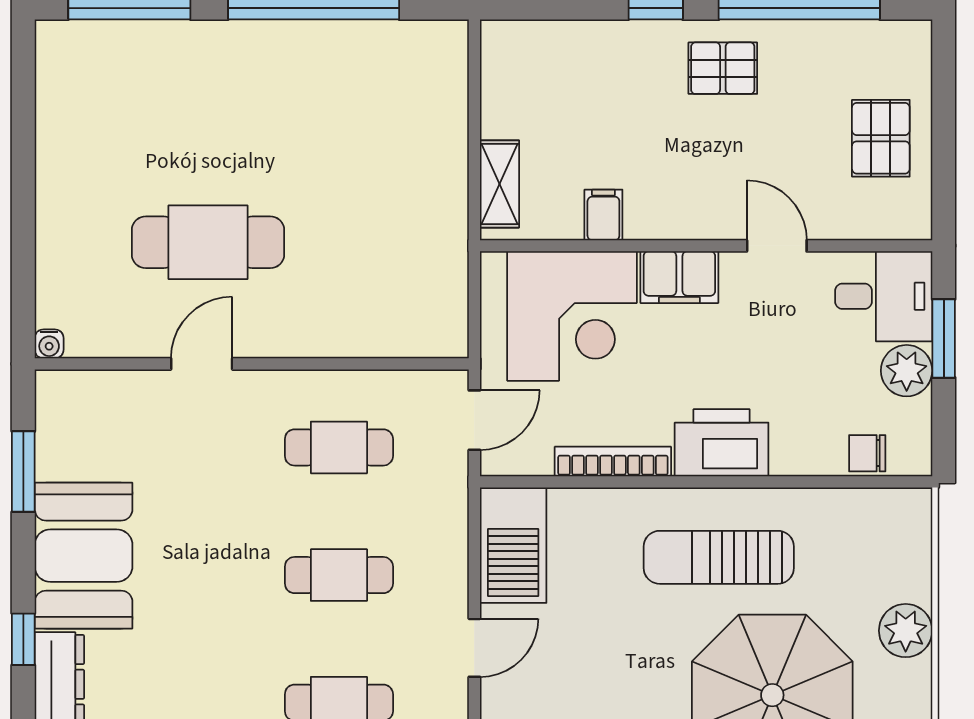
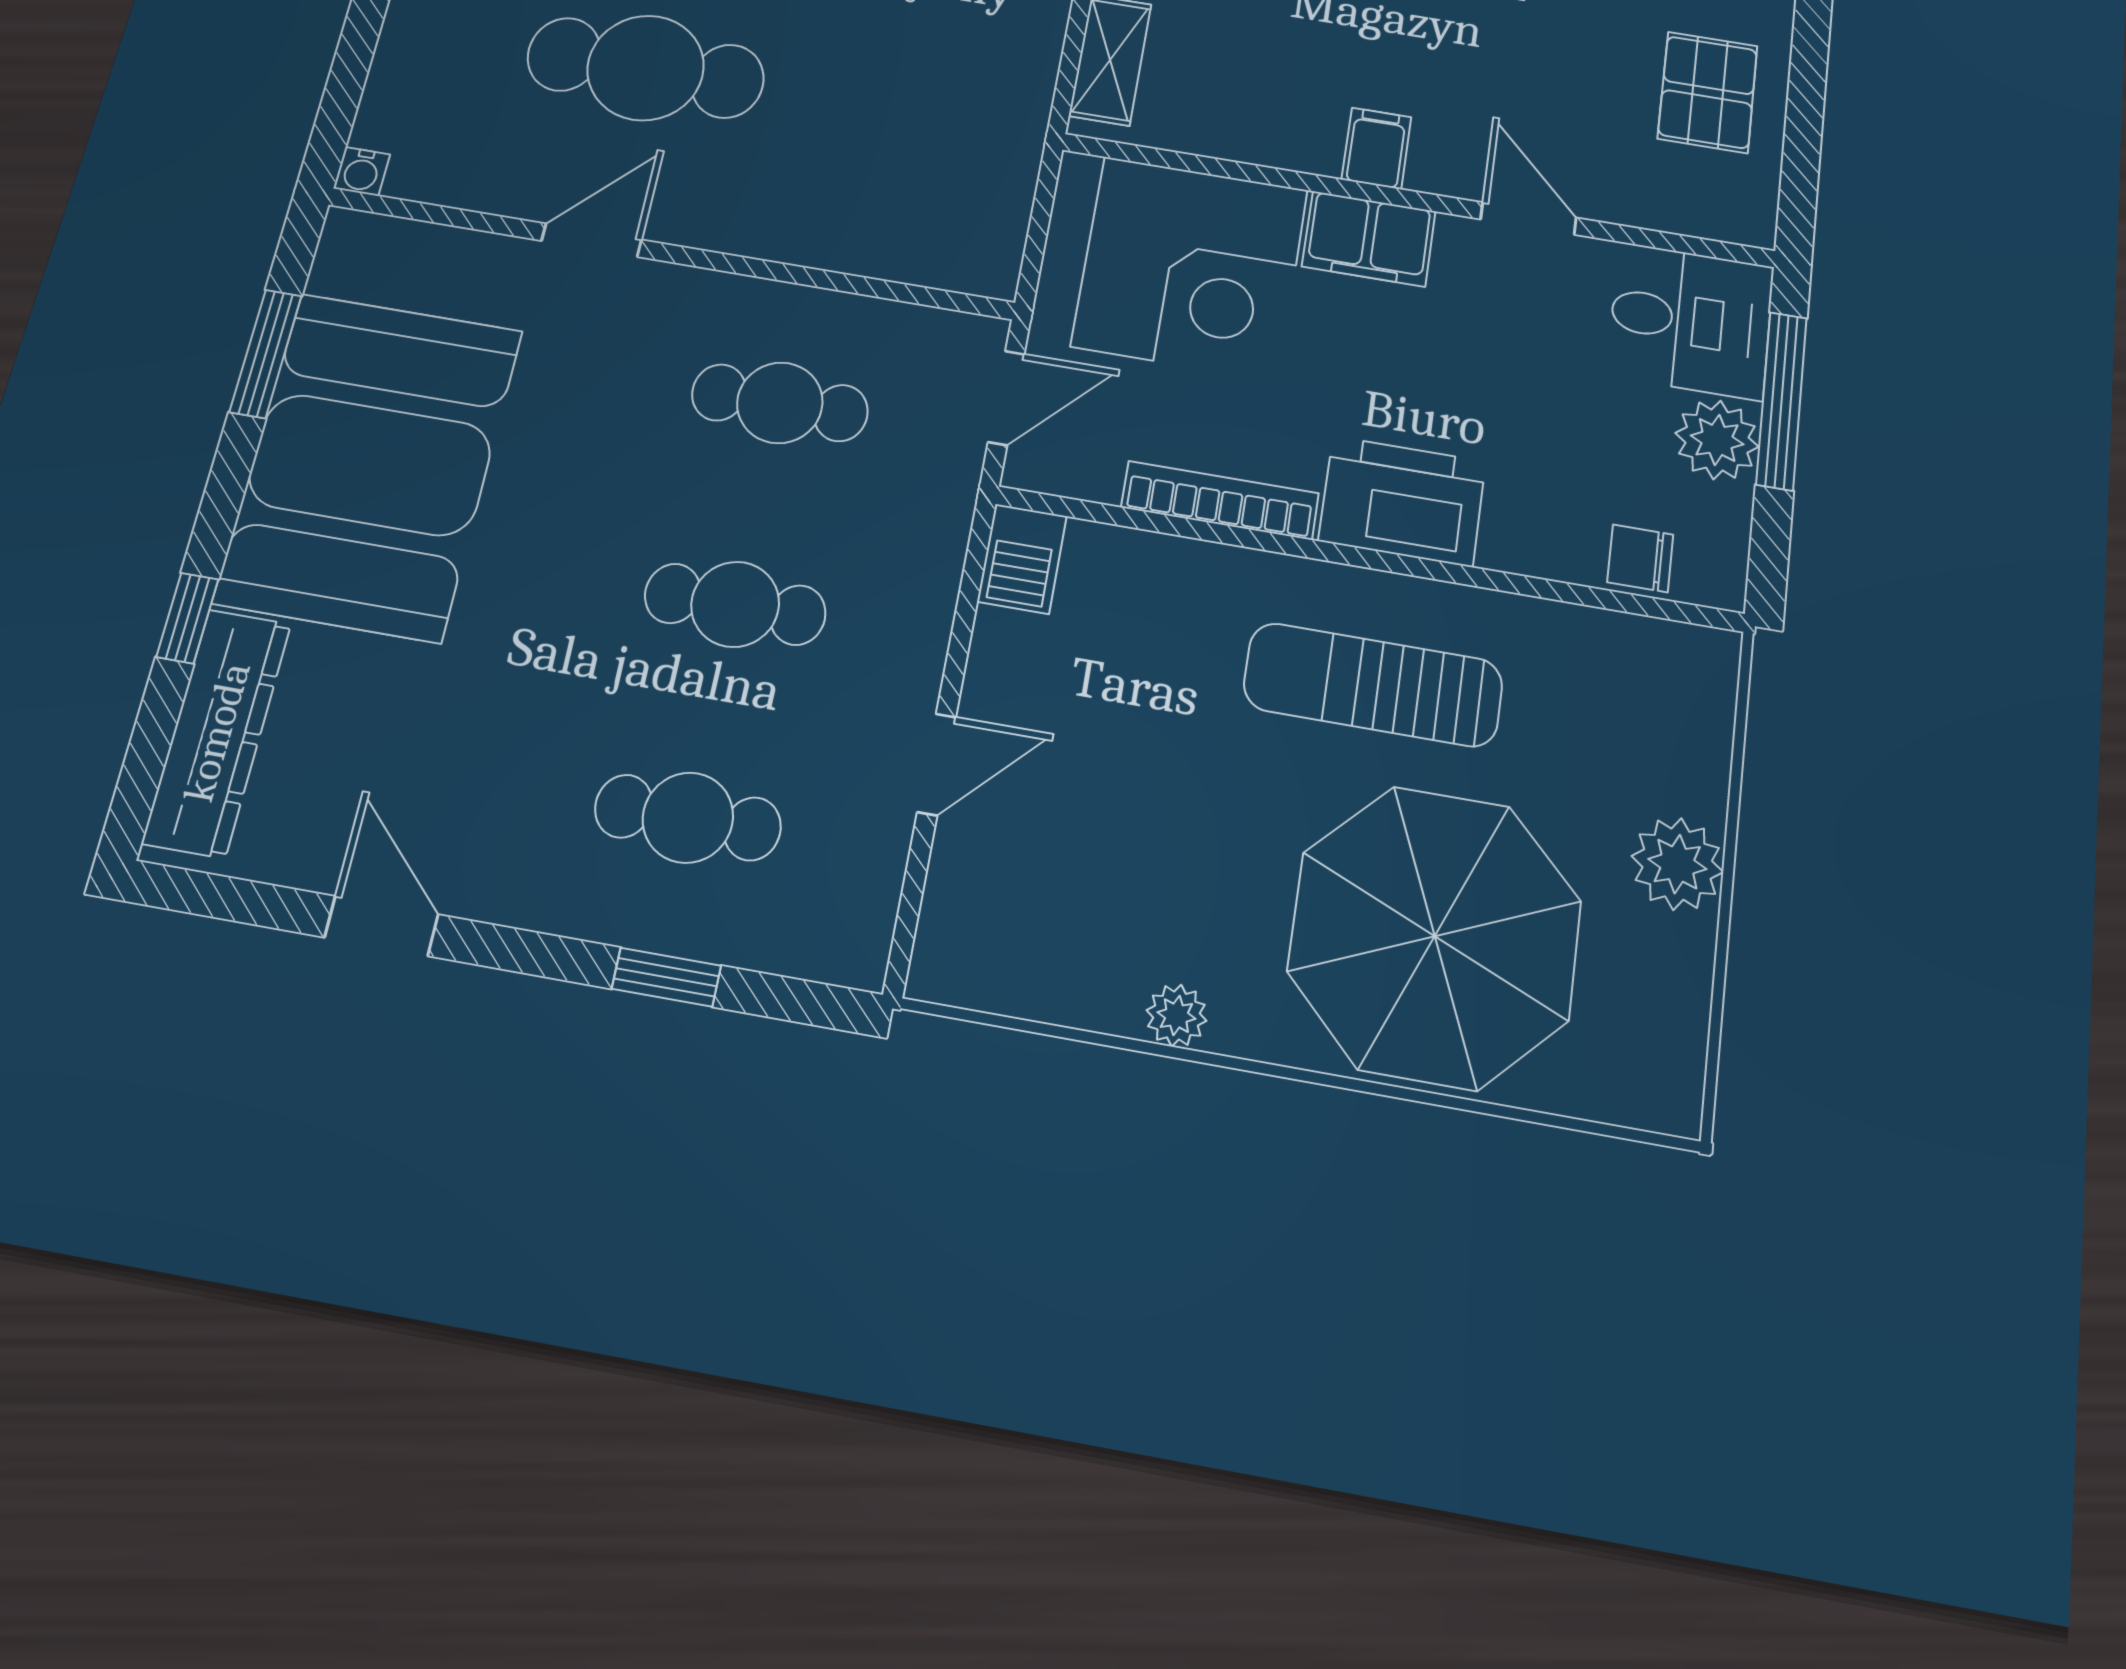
filing cabinet: (603, 215) -> (1376, 148), moved
window: (944, 338) -> (1781, 401), width x1.44
barbecue: (513, 545) -> (1022, 559), width x0.53, depth x0.65
booth: (84, 556) -> (370, 465), width x1.36, depth x1.42

